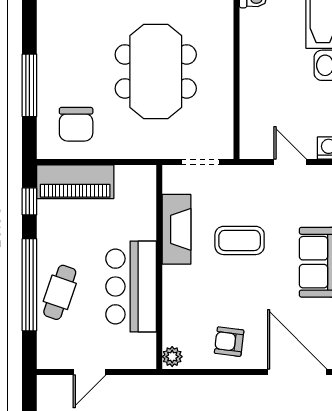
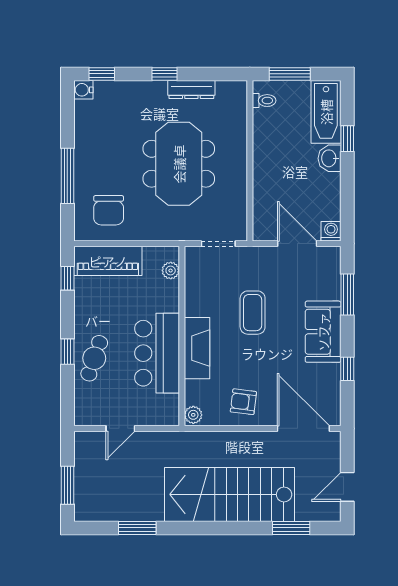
door: (290, 162) -> (297, 244), width x1.38
plant: (146, 193) -> (171, 271), added
fireplace: (176, 229) -> (197, 348), moved
coffee table: (240, 240) -> (253, 313), turned 90
window: (29, 285) -> (67, 352), width x0.32

